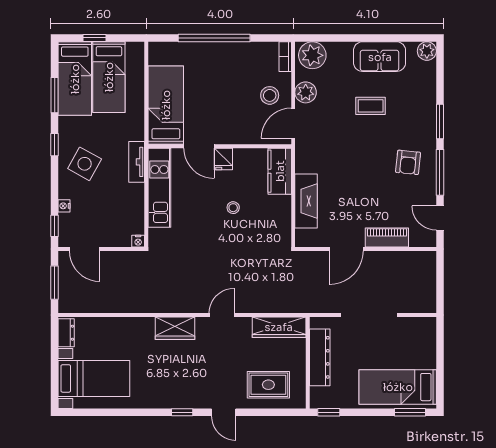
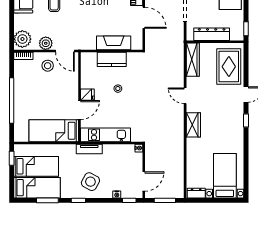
window: (94, 38) -> (12, 158), moved
kitchen counter: (280, 171) -> (112, 59), moved
rug: (268, 385) -> (229, 67), width x1.36, depth x1.43

